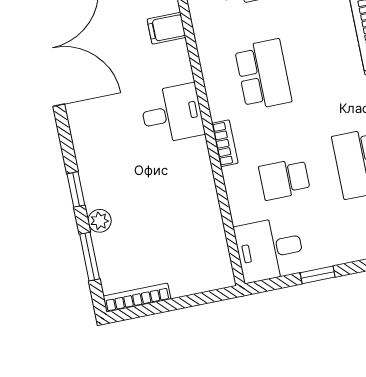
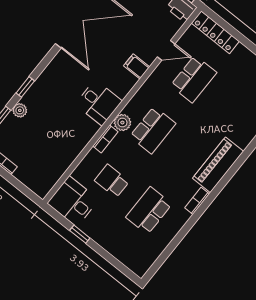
plant: (222, 105) -> (122, 123), added

